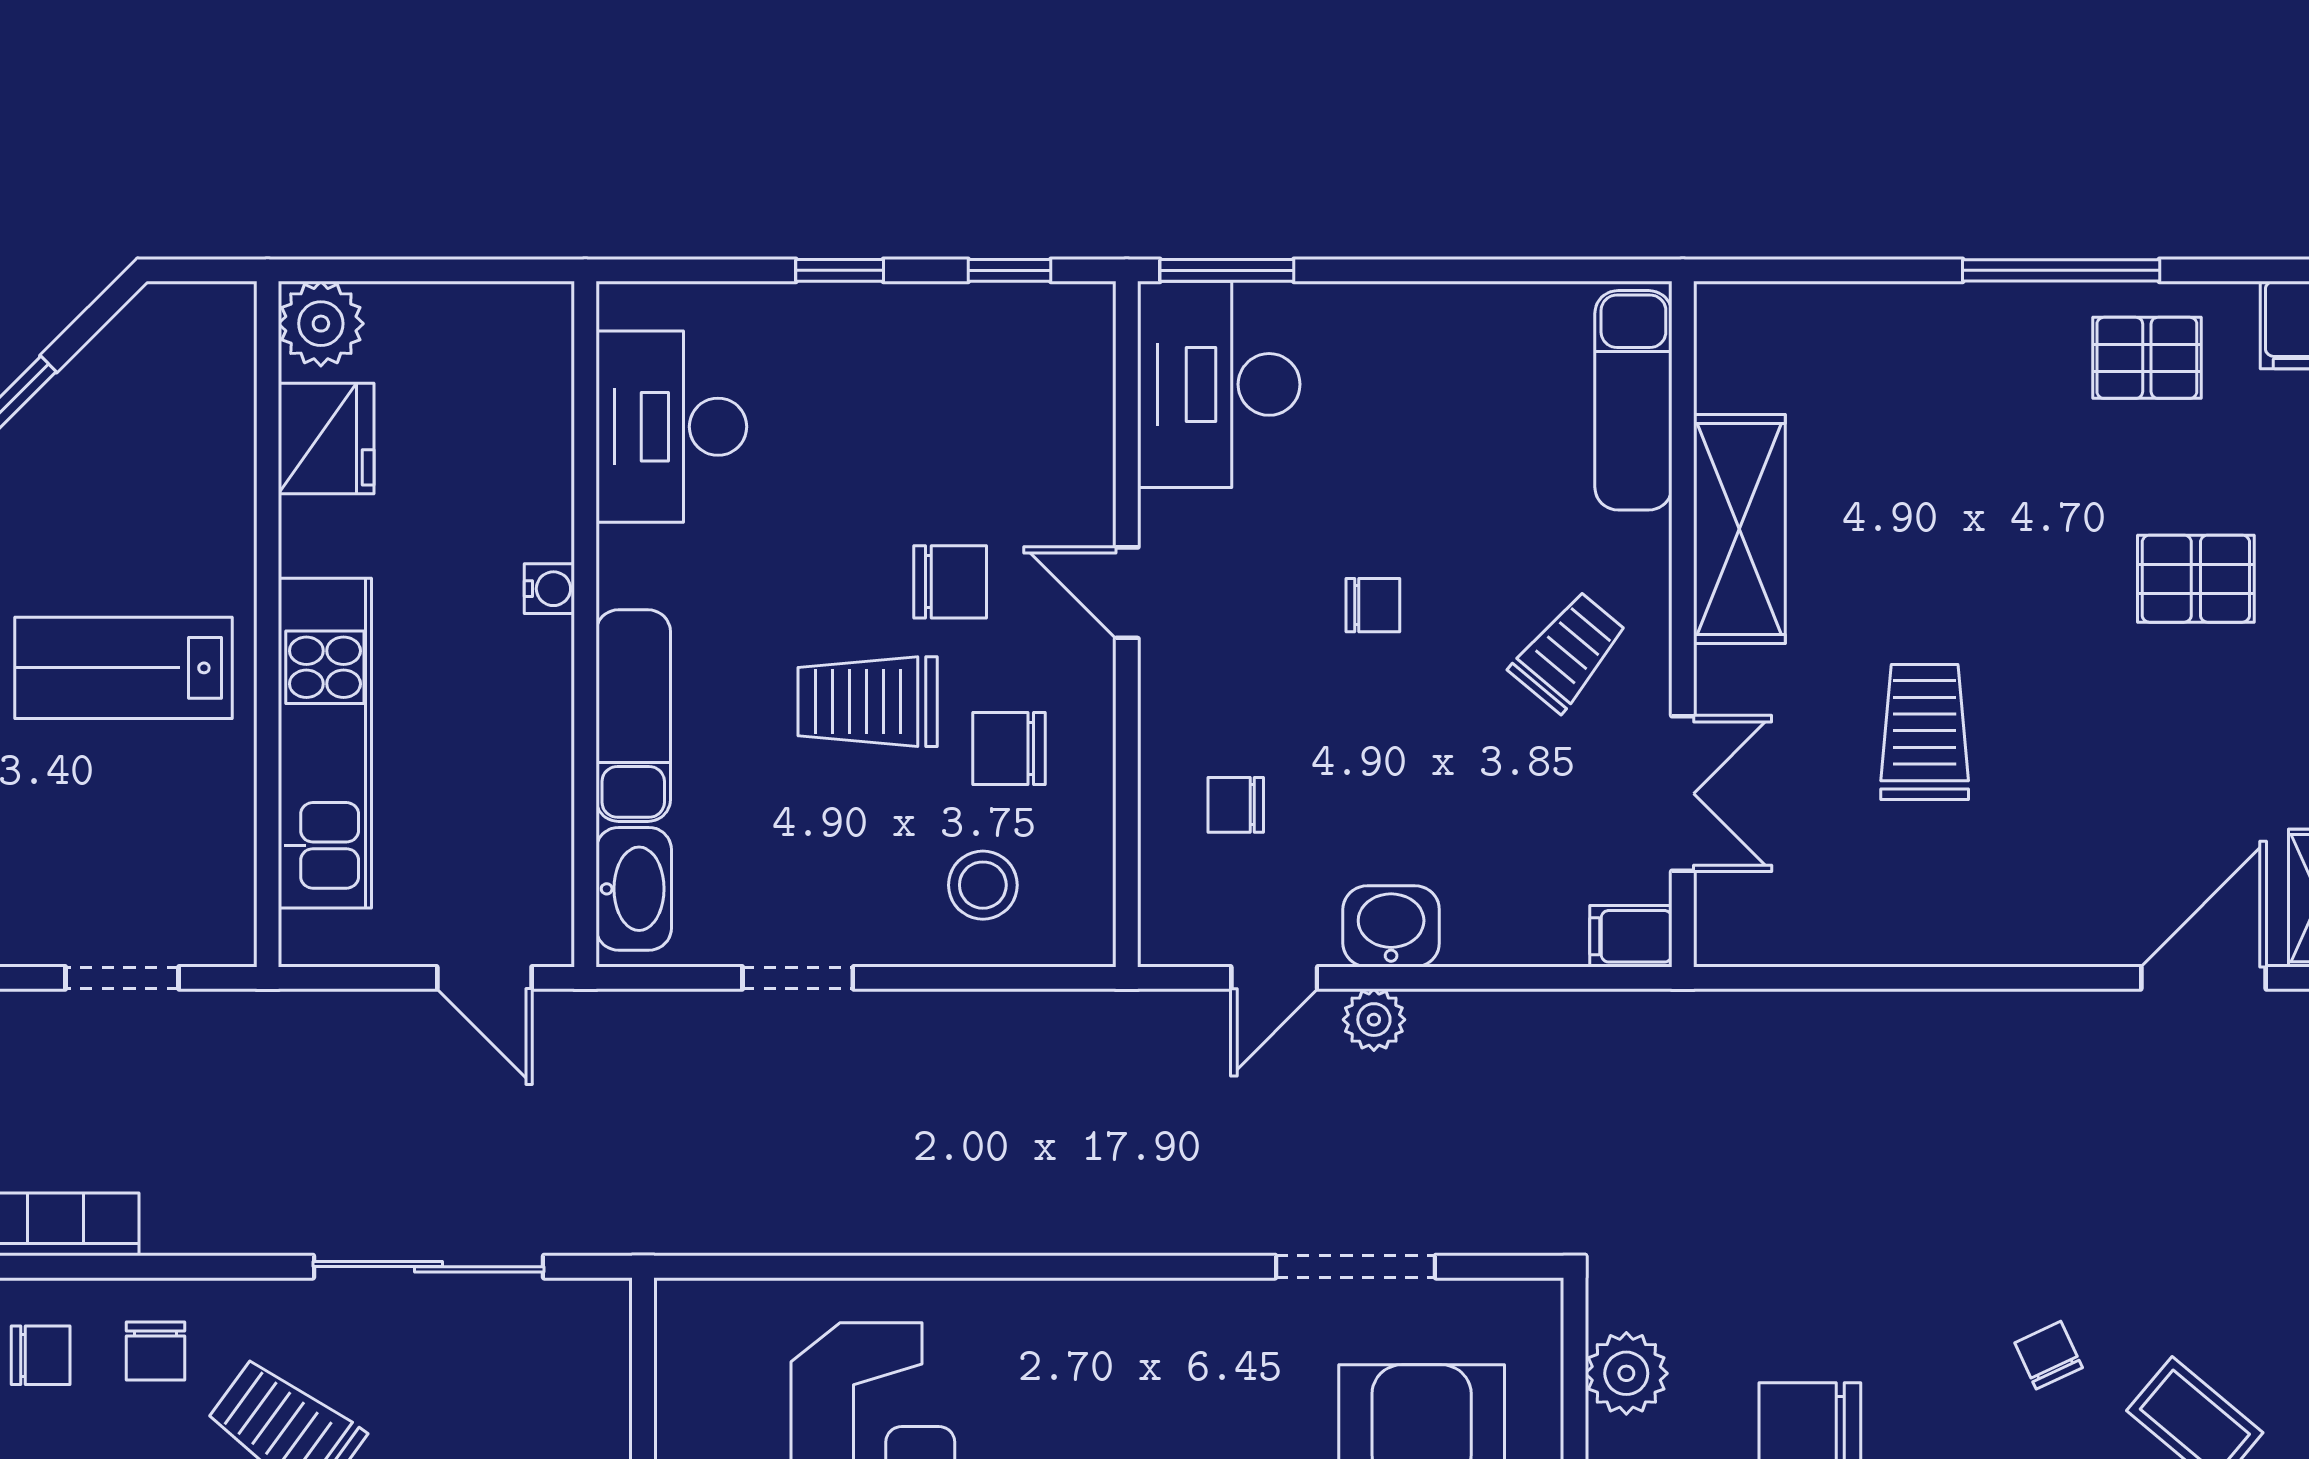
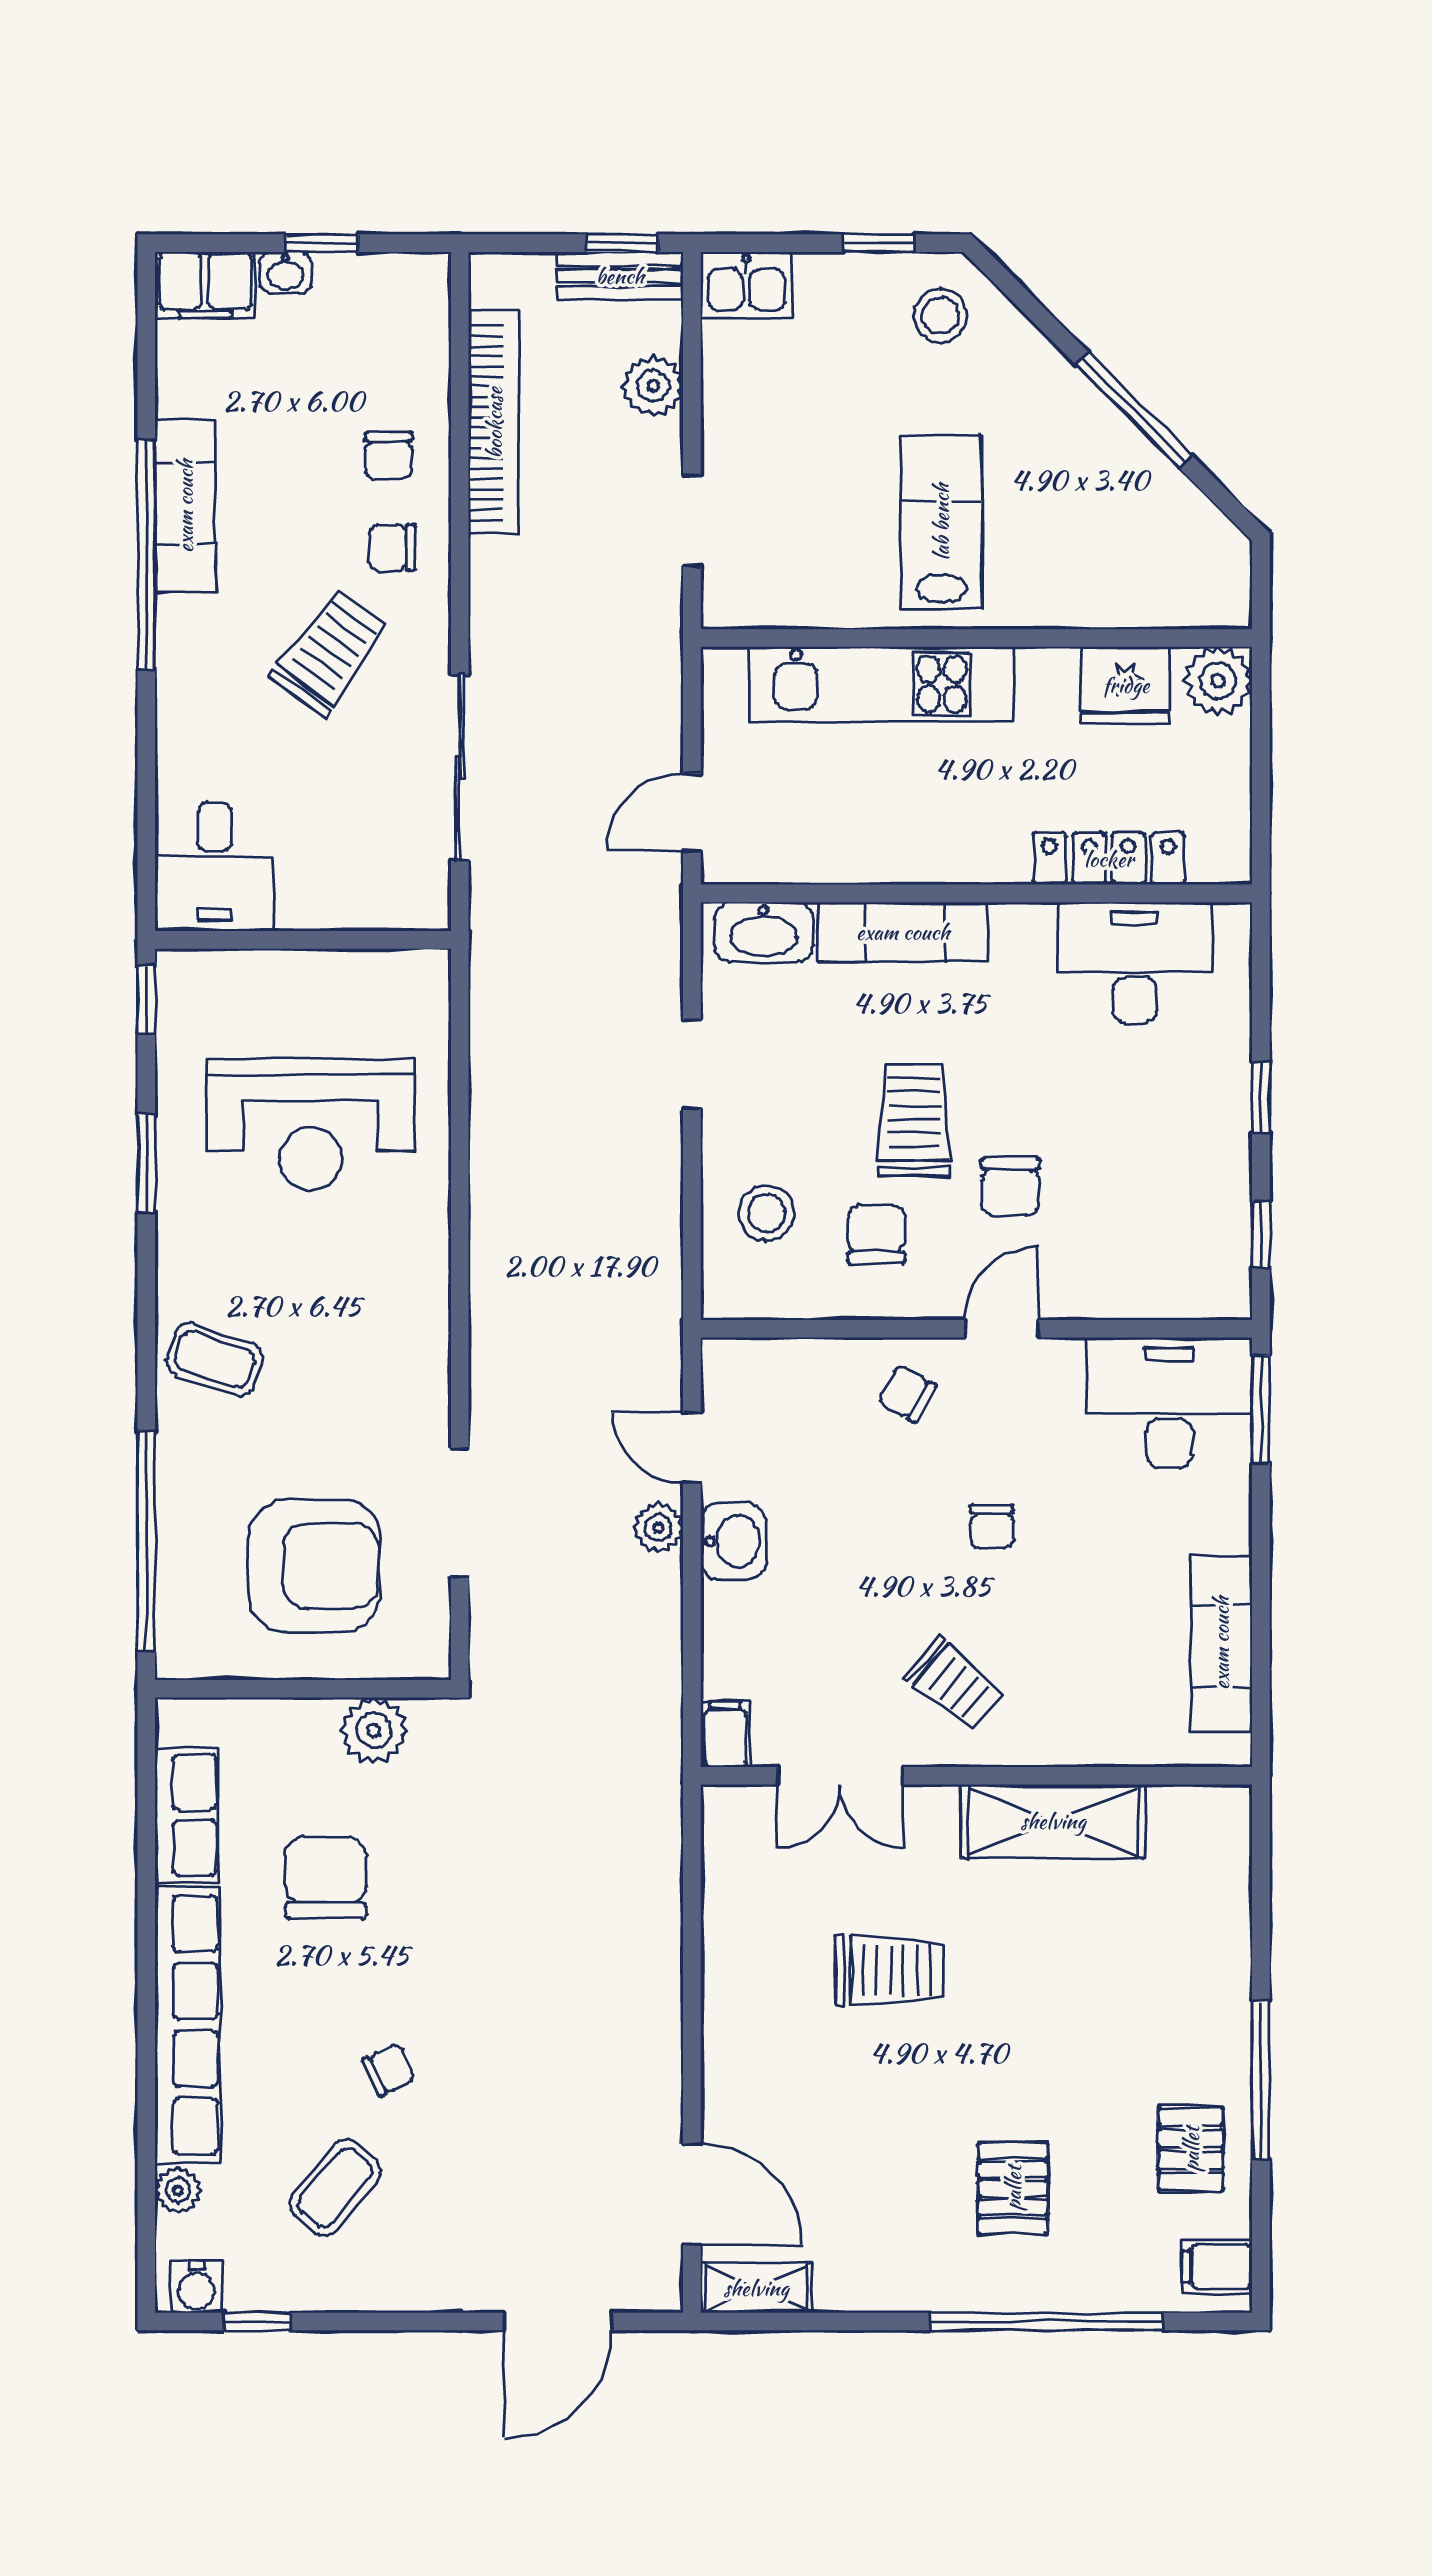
exam couch: (1633, 400) -> (1221, 1643), moved, turned -90
locker: (542, 460) -> (1109, 859), added
water cooler: (549, 589) -> (1005, 865), removed
chair: (1236, 805) -> (907, 1394), moved, turned -61

